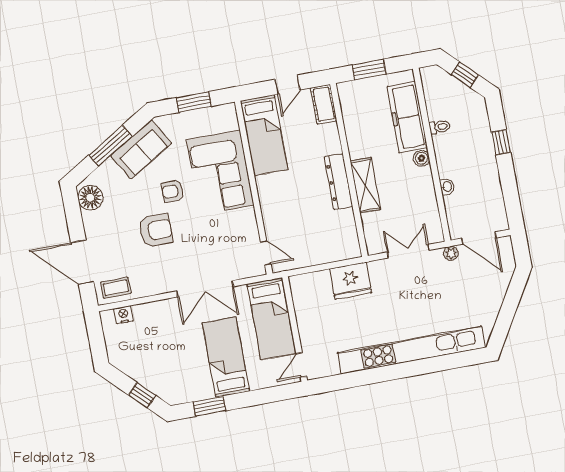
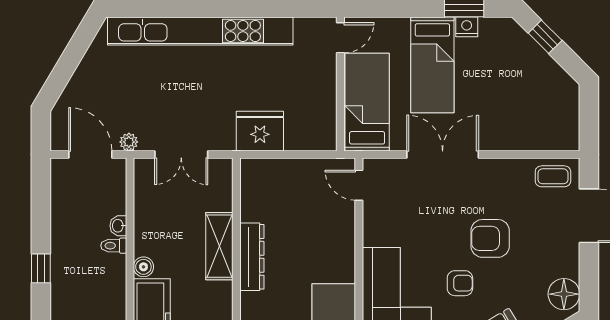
toilet: (440, 127) -> (114, 246), moved
nightstand: (123, 315) -> (467, 27), moved, turned 180

